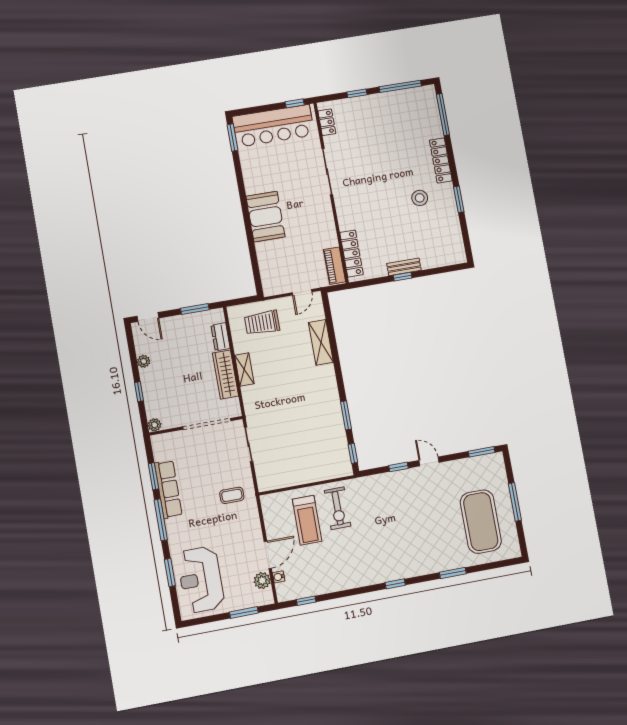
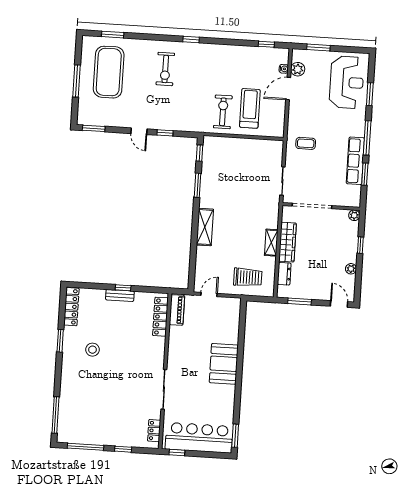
locker: (441, 160) -> (71, 307), moved
shelving: (321, 342) -> (205, 227), moved
exercise bike: (417, 542) -> (165, 69), added
window: (453, 573) -> (113, 35), moved

